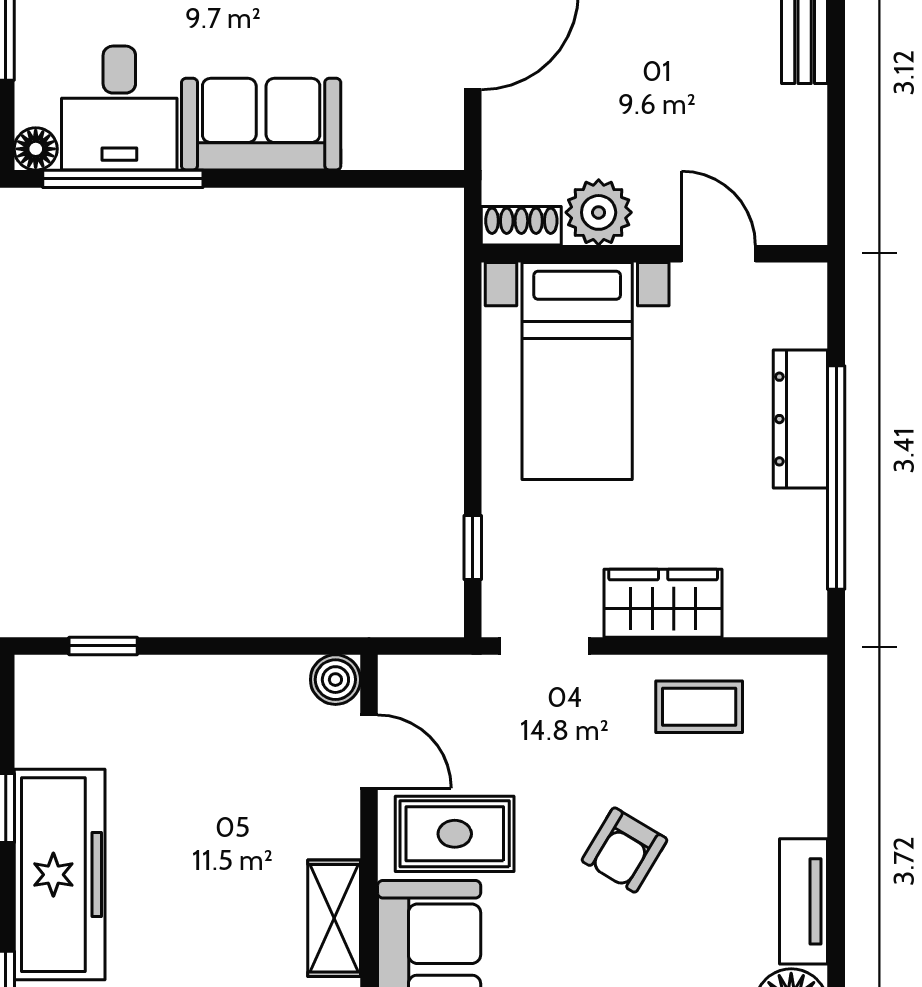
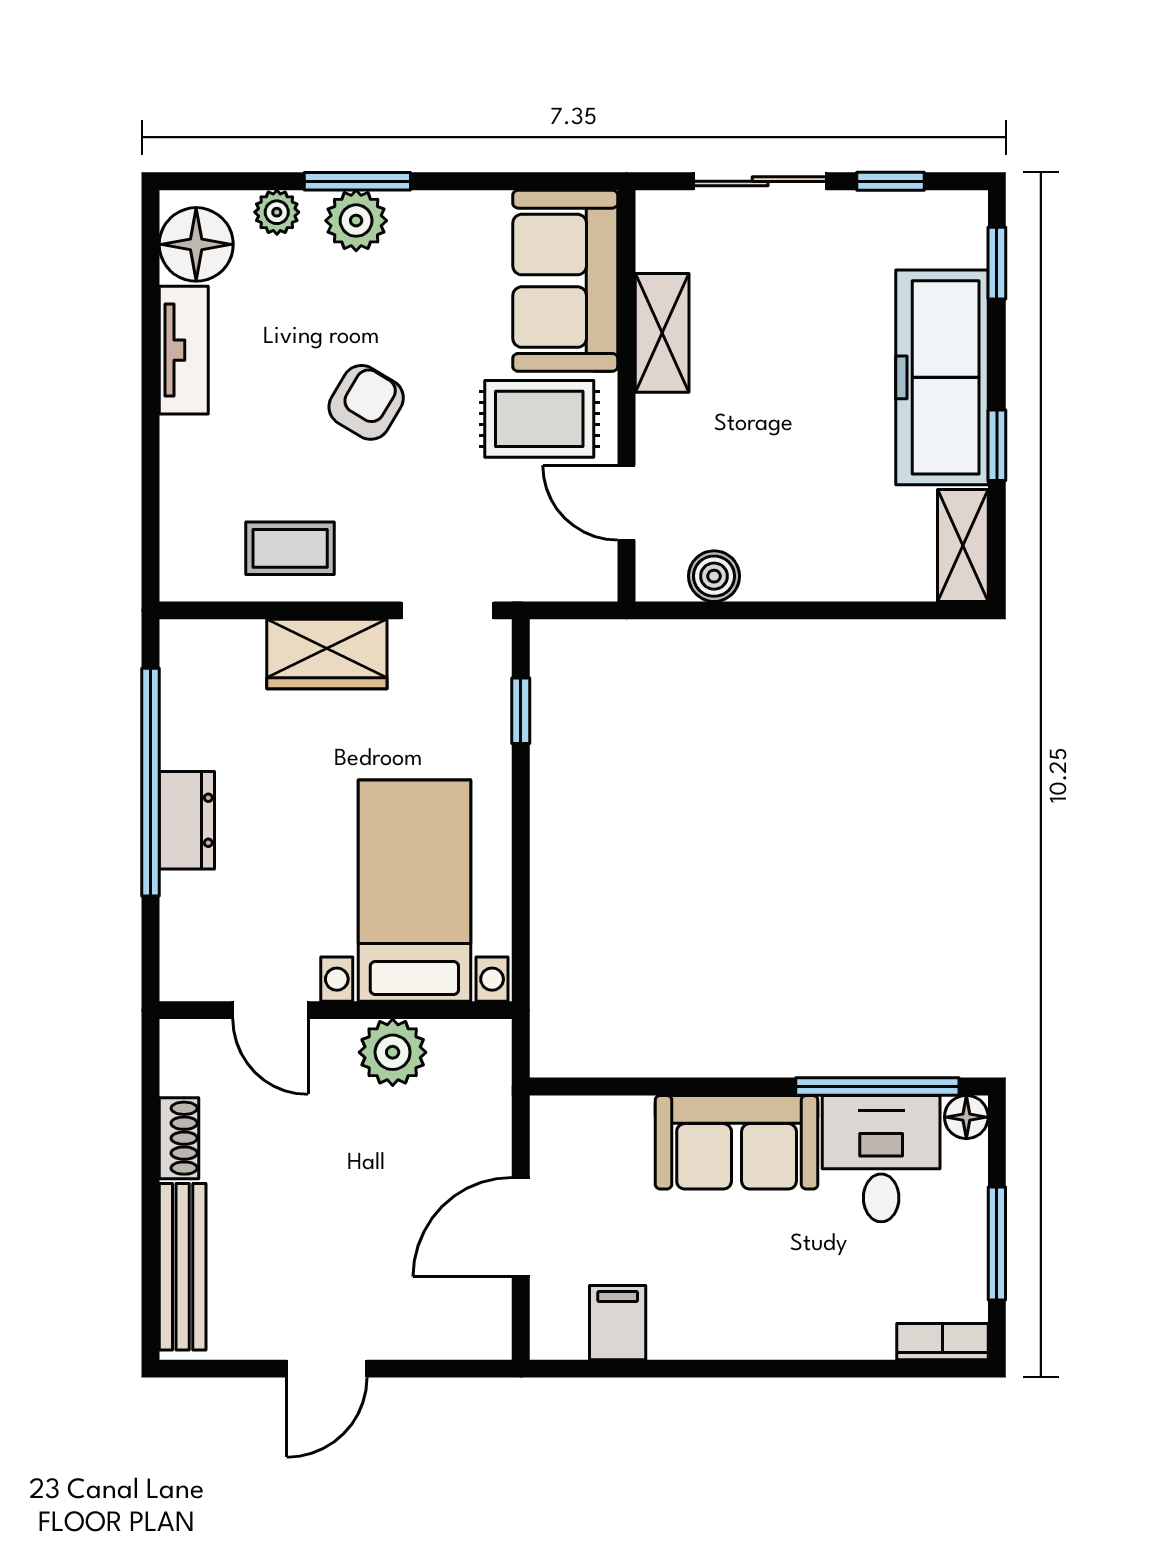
shoe rack: (521, 226) -> (179, 1138), moved, turned -90
dresser: (800, 419) -> (187, 820), width x0.70
window: (103, 646) -> (898, 610), removed
boiler: (335, 680) -> (714, 576), moved
shelving: (39, 710) -> (963, 546), added

